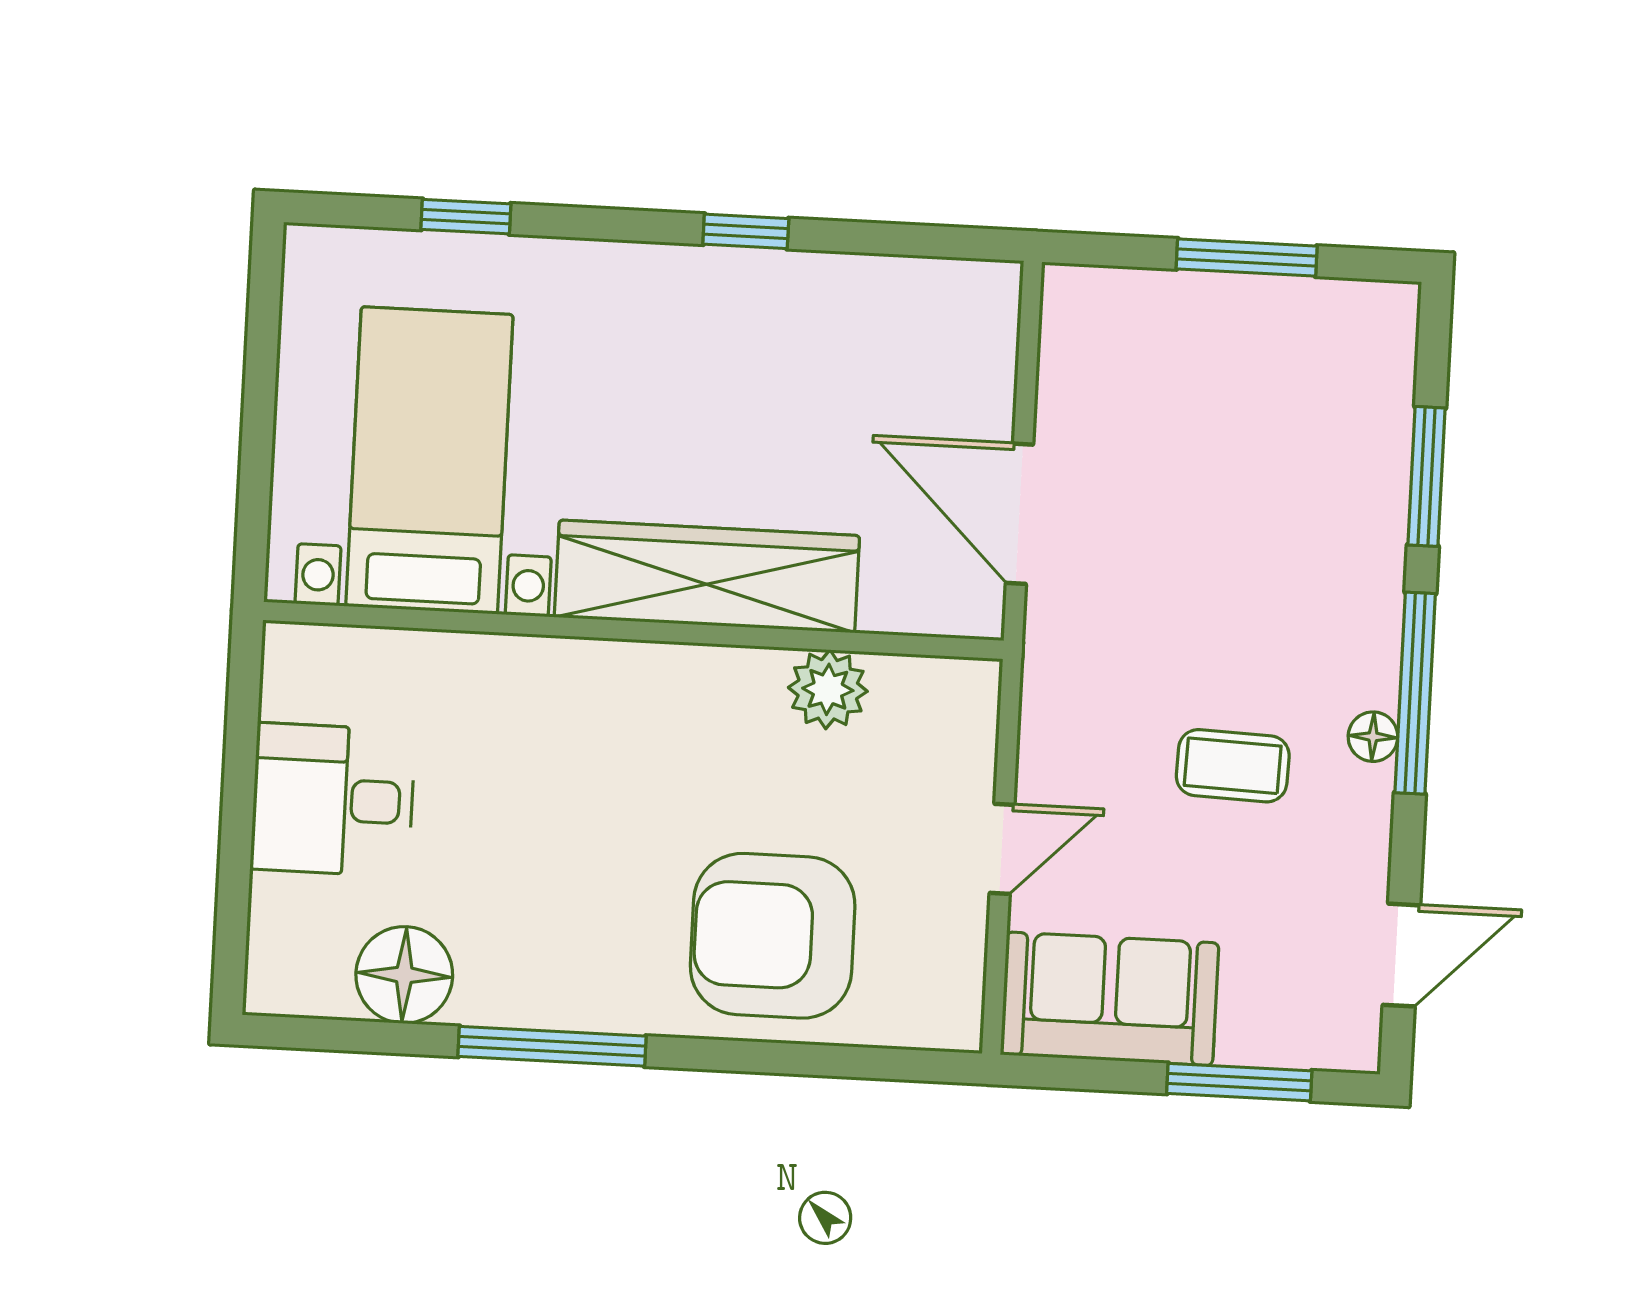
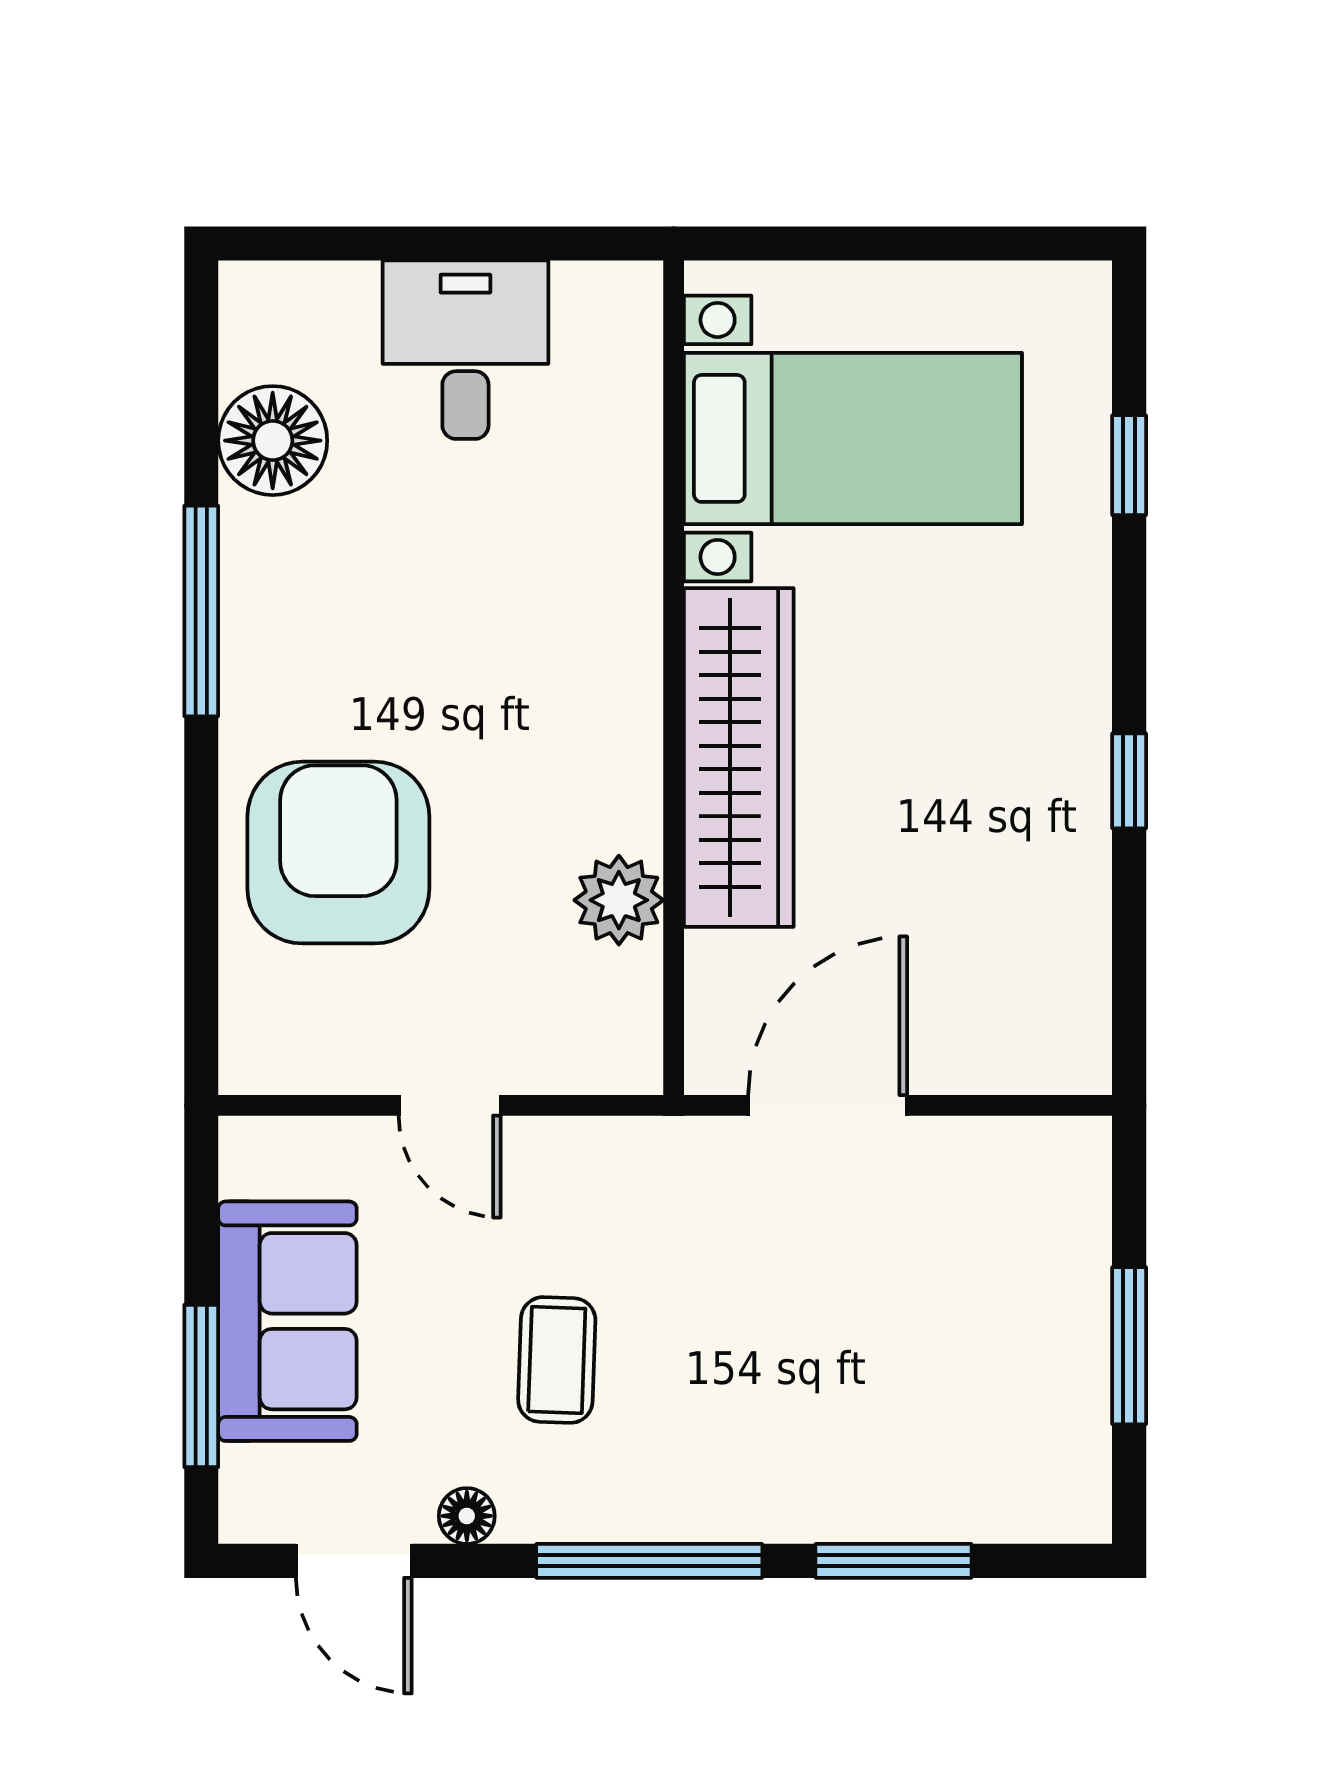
floor lamp: (1373, 737) -> (467, 1516), moved
sofa: (1110, 999) -> (287, 1321), moved

